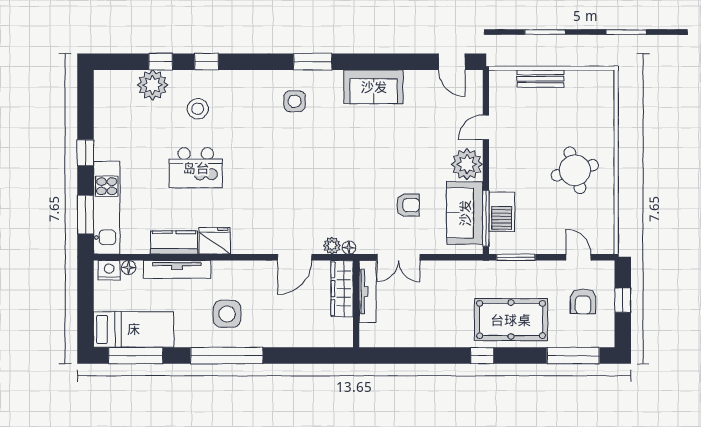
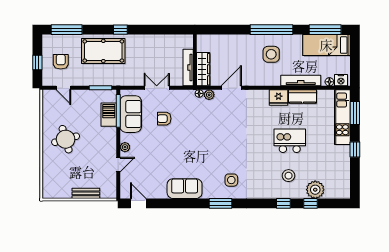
plant: (467, 164) -> (125, 147), width x0.53, depth x0.53
double door: (398, 257) -> (157, 88), moved

